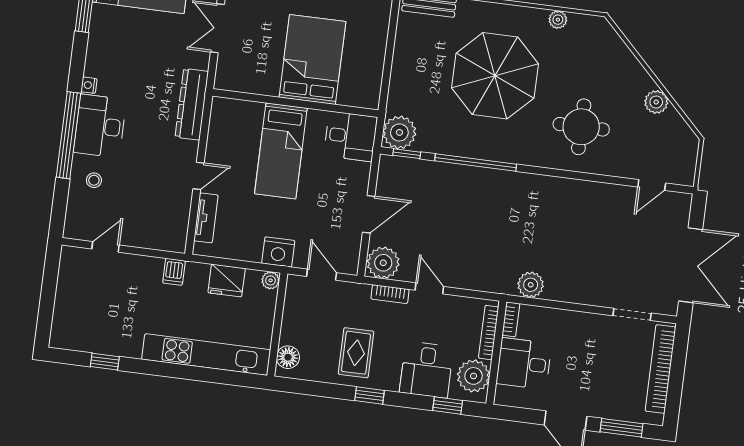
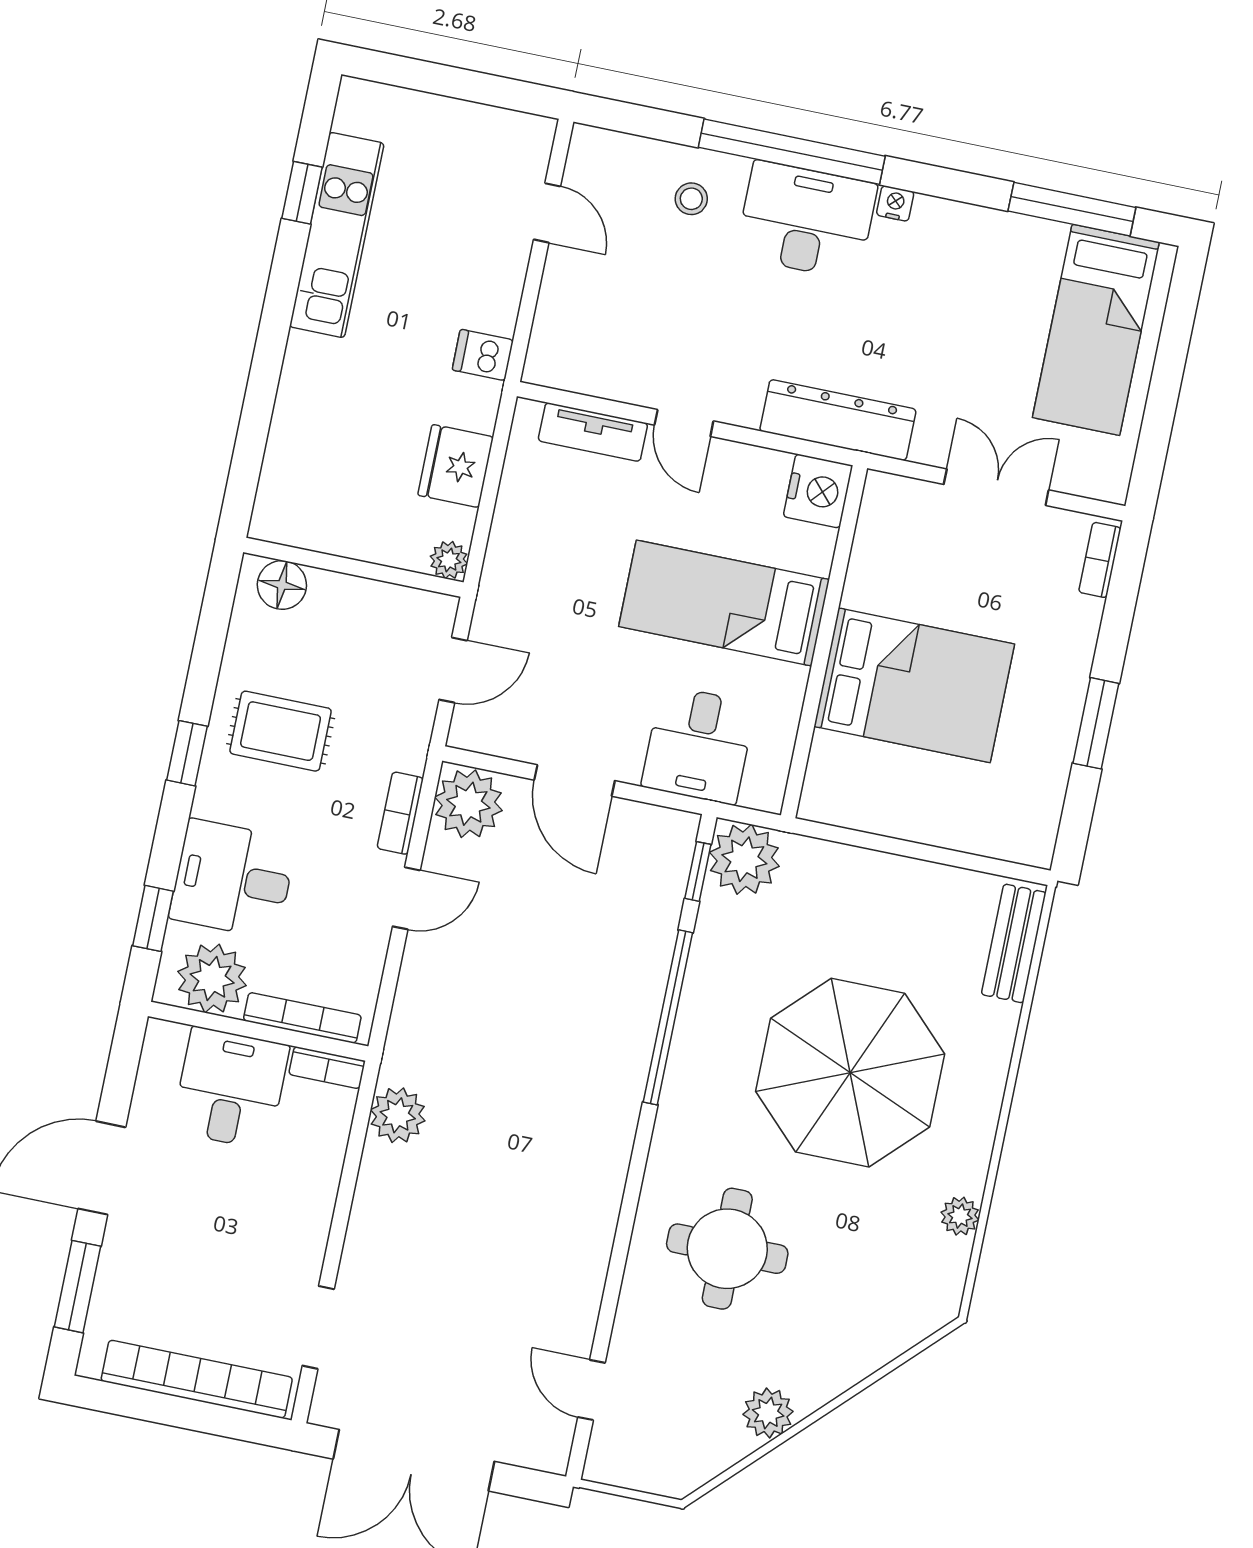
desk: (351, 136) -> (698, 745), moved
nightstand: (278, 252) -> (818, 491), moved, turned 180
kitchen unit: (206, 355) -> (337, 235), moved, width x0.73

